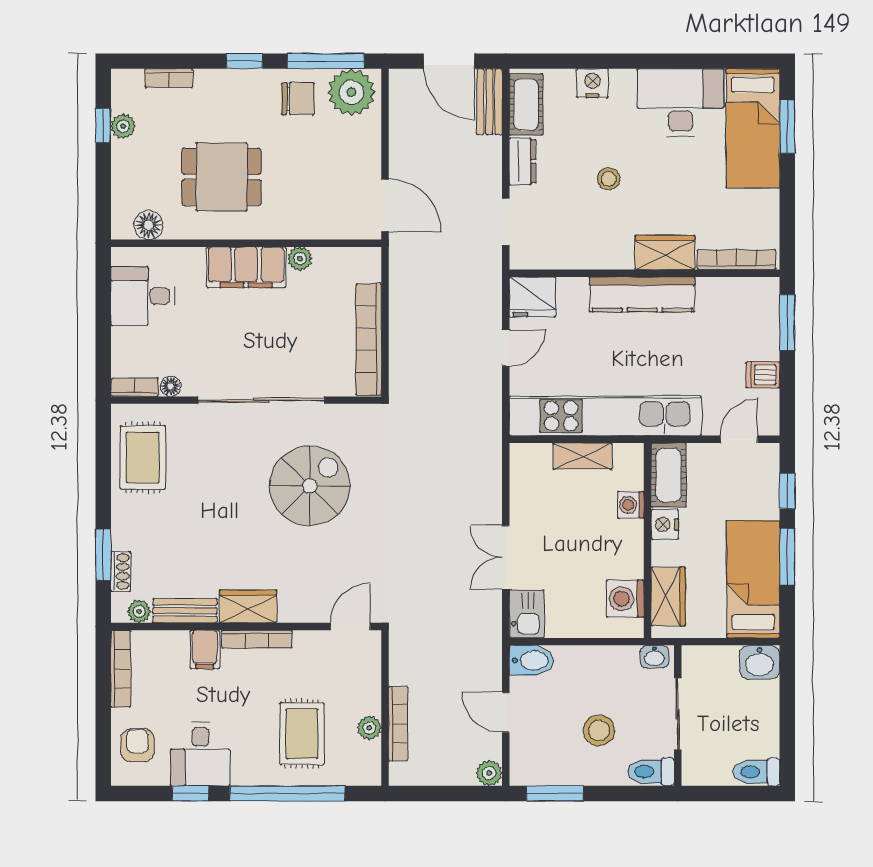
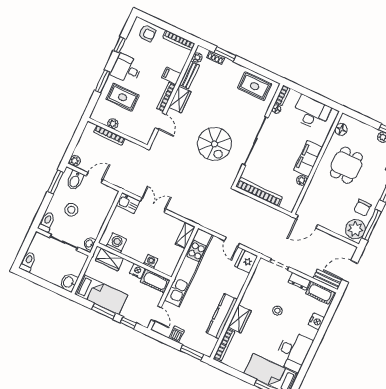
kitchen counter: (642, 295) -> (222, 316), moved
desk: (143, 296) -> (311, 113), width x1.37
shelving: (582, 456) -> (185, 235), moved
door: (350, 627) -> (161, 121), moved
bidet: (531, 660) -> (75, 180), moved
desk: (200, 754) -> (126, 69), moved
window: (287, 793) -> (103, 81), width x0.47

